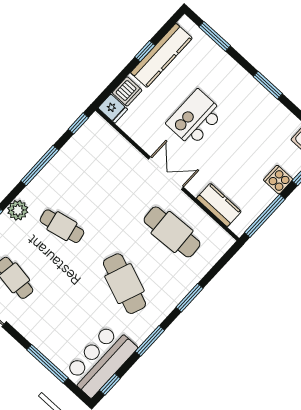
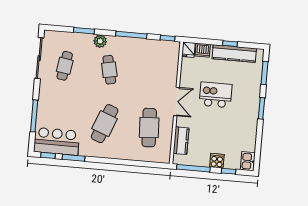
window: (268, 85) -> (261, 108), moved
window: (189, 298) -> (123, 162), removed
window: (150, 341) -> (73, 158), moved

